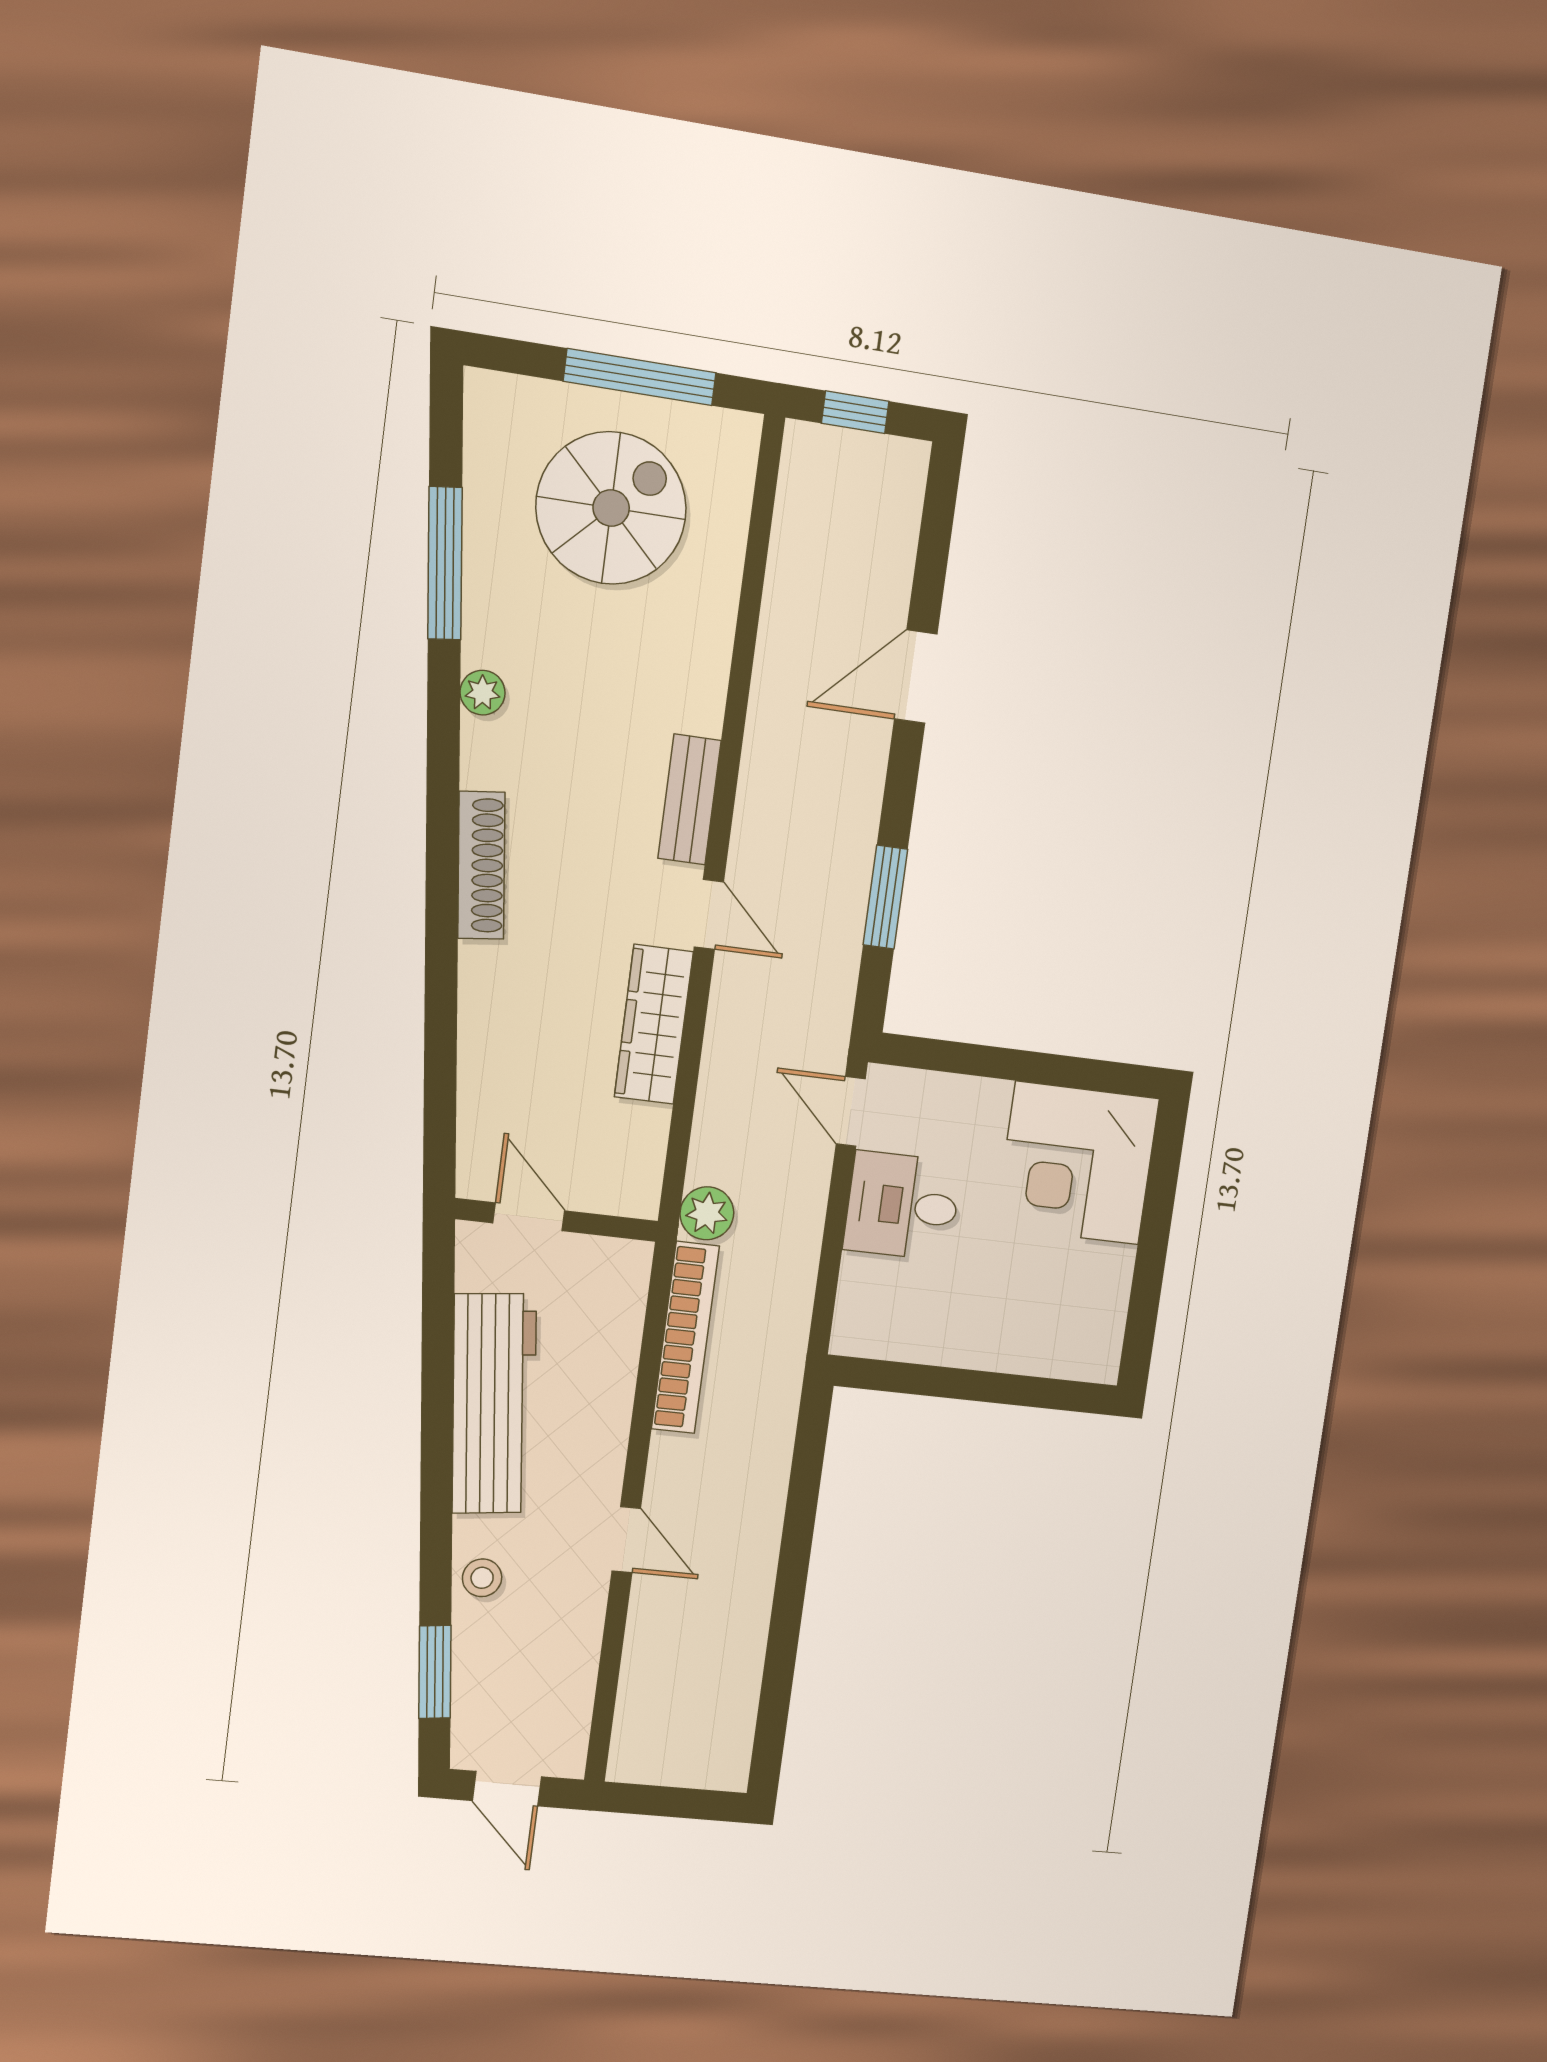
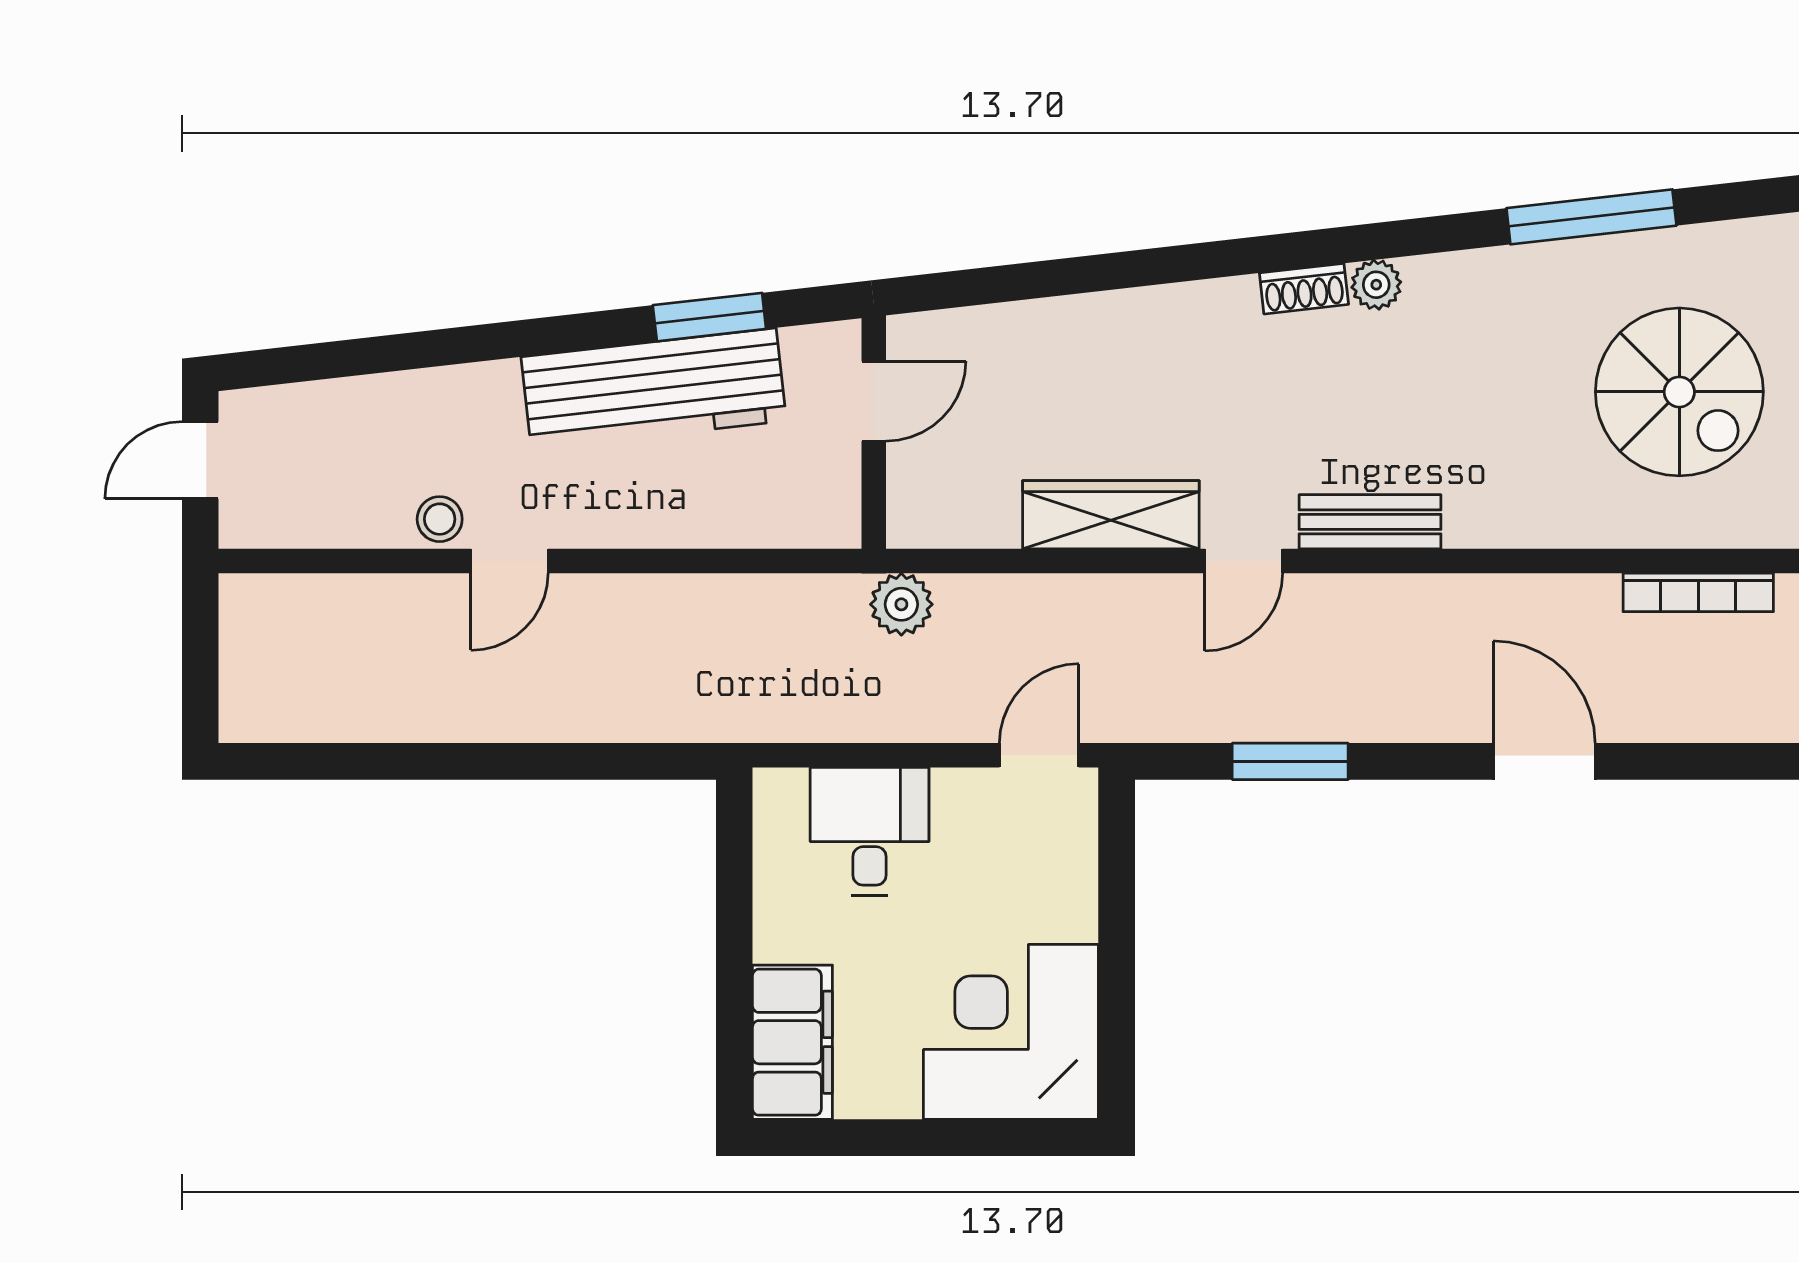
plant: (483, 693) -> (1376, 285), moved
shoe rack: (481, 865) -> (1304, 289), width x0.51, depth x0.81
desk: (902, 1206) -> (870, 831), moved
bookcase: (685, 1337) -> (1698, 592), moved, width x0.68, depth x0.76
filing cabinet: (1059, 1346) -> (792, 1042), added
stool: (482, 1578) -> (440, 519), moved
window: (435, 1672) -> (709, 317), moved

